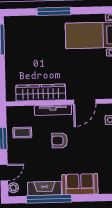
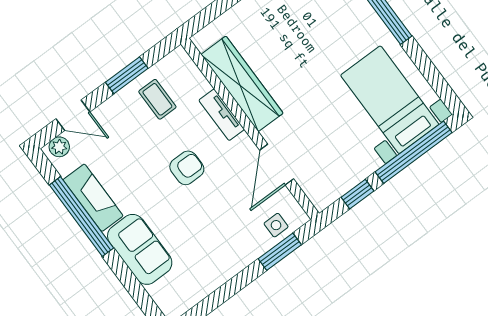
door: (85, 102) -> (277, 165), hinge flipped
tv unit: (53, 110) -> (222, 115), width x0.71
armchair: (60, 140) -> (187, 168), turned 90

